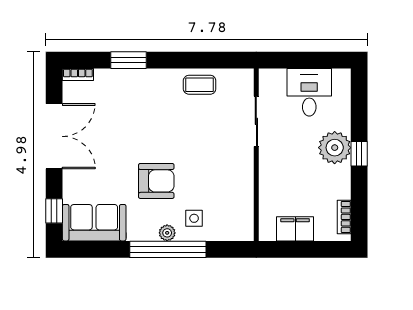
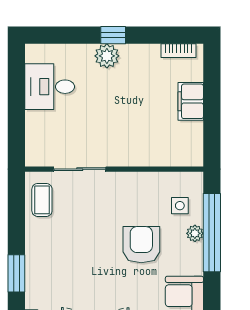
sliding door: (256, 121) -> (80, 169), moved
plant: (335, 148) -> (107, 56), width x0.73, depth x0.73
wall: (256, 155) -> (114, 169), moved

